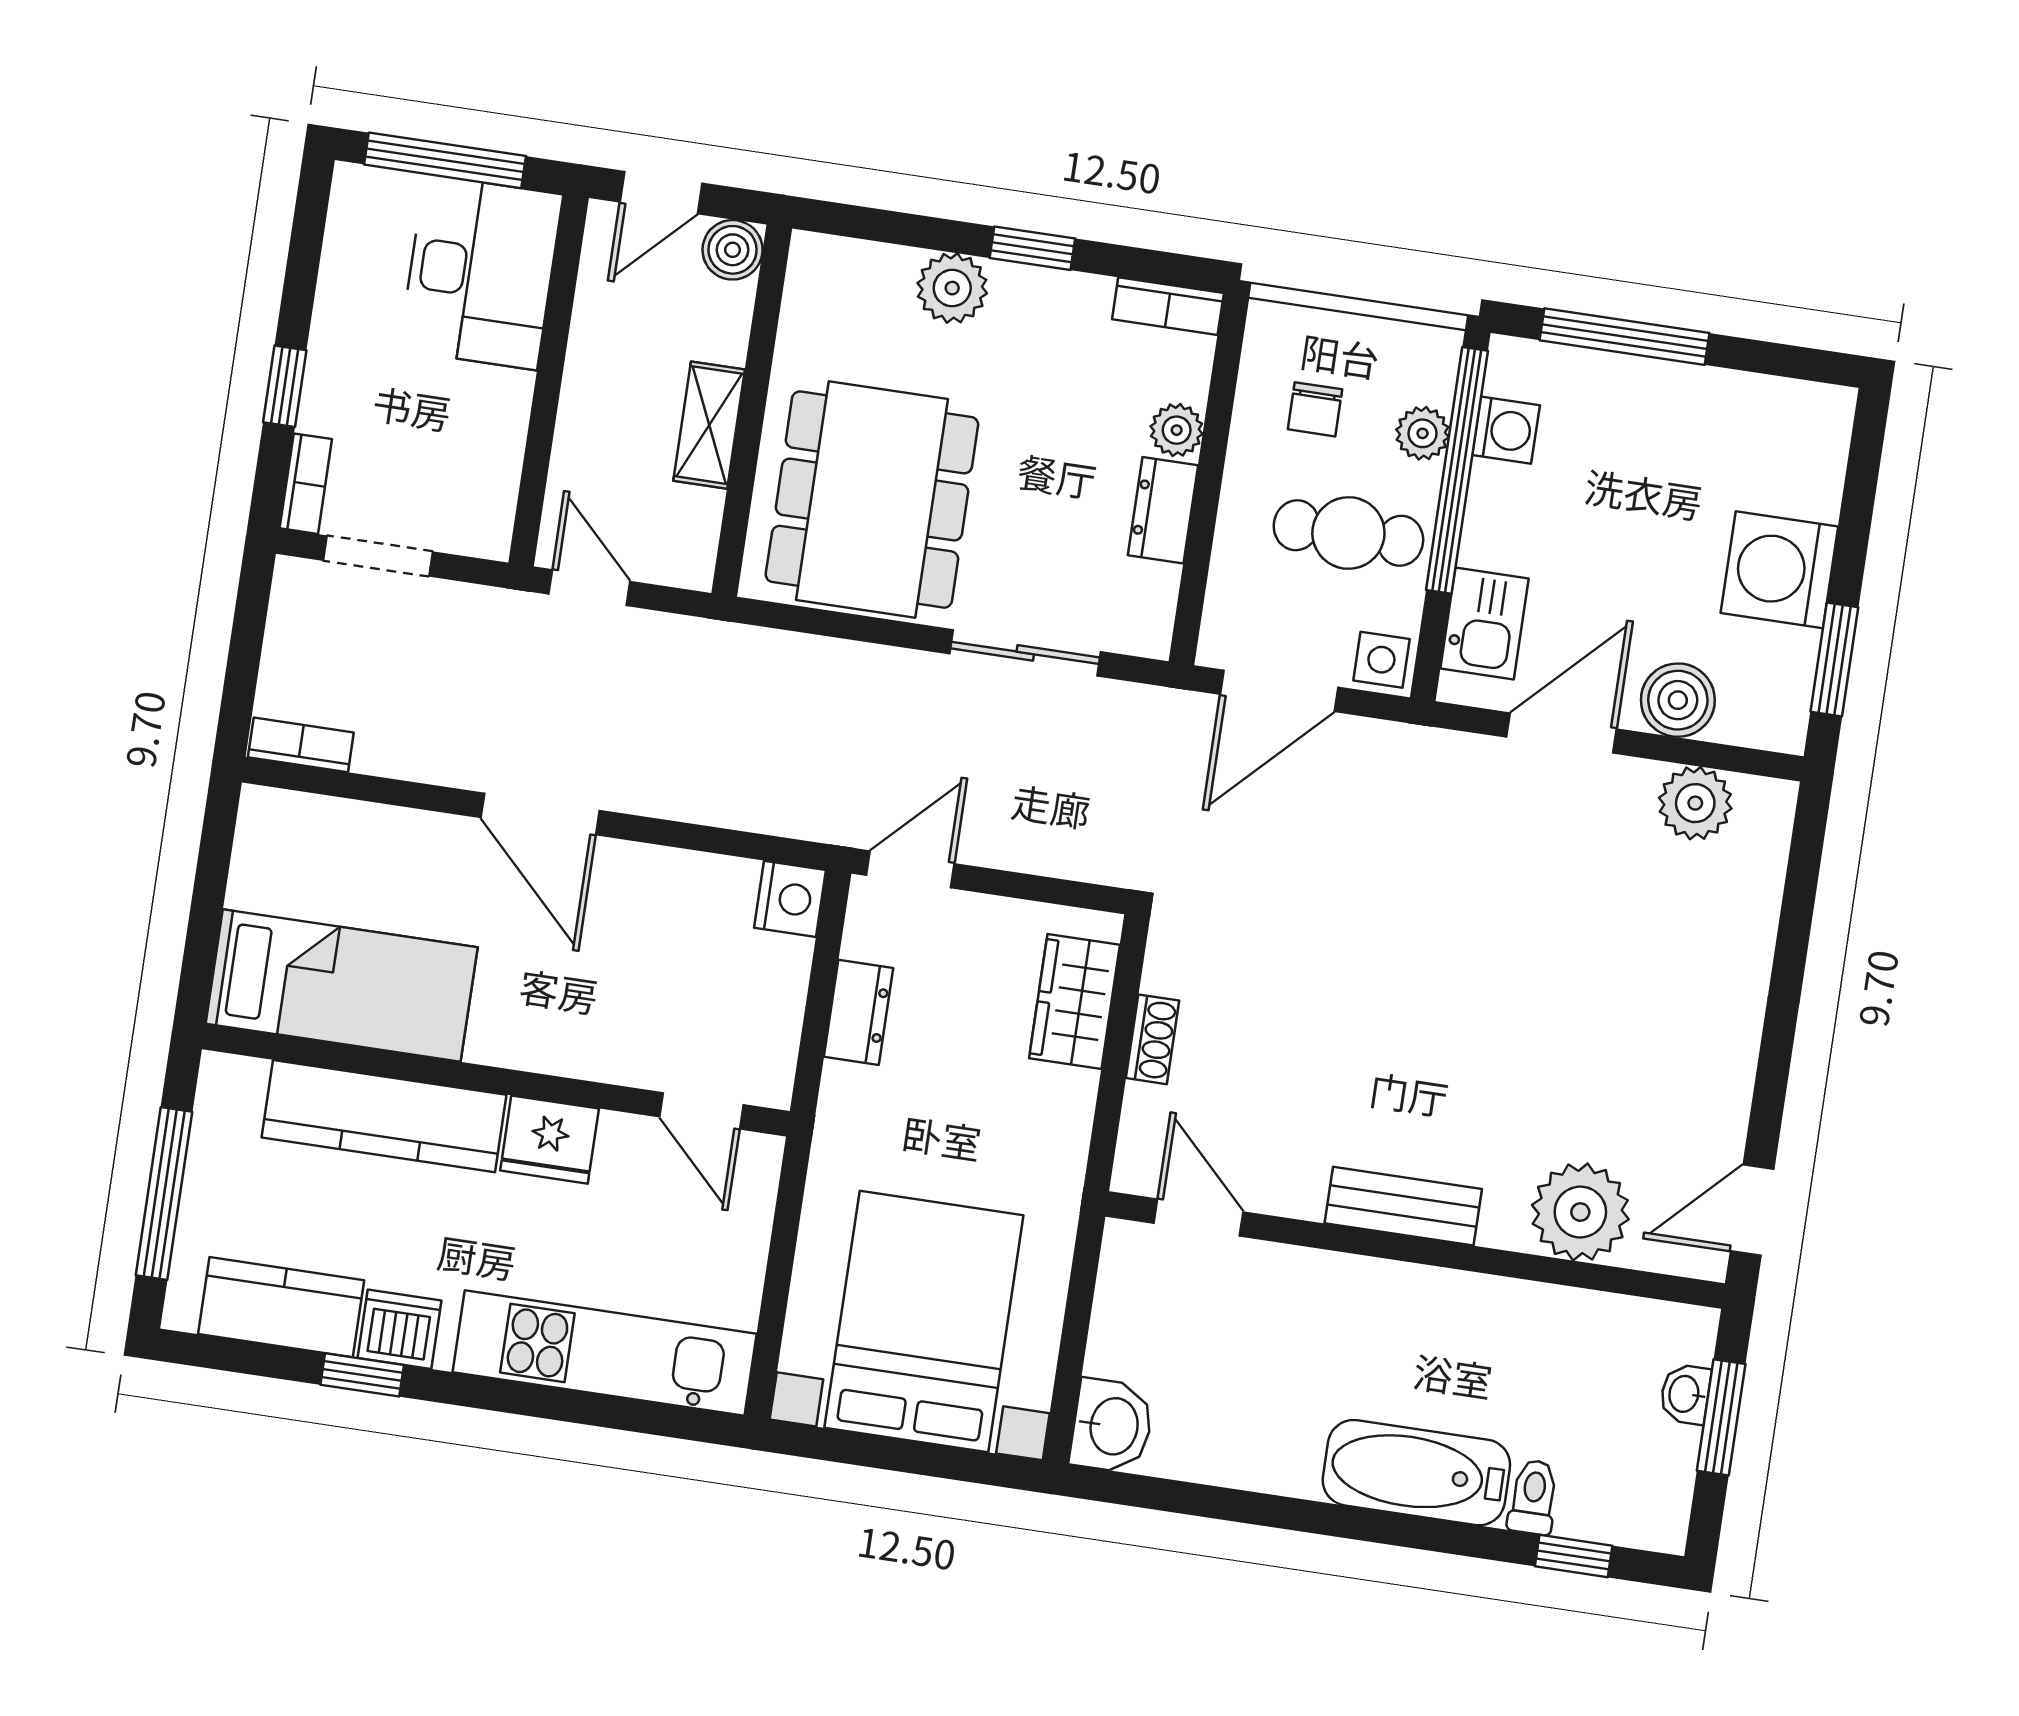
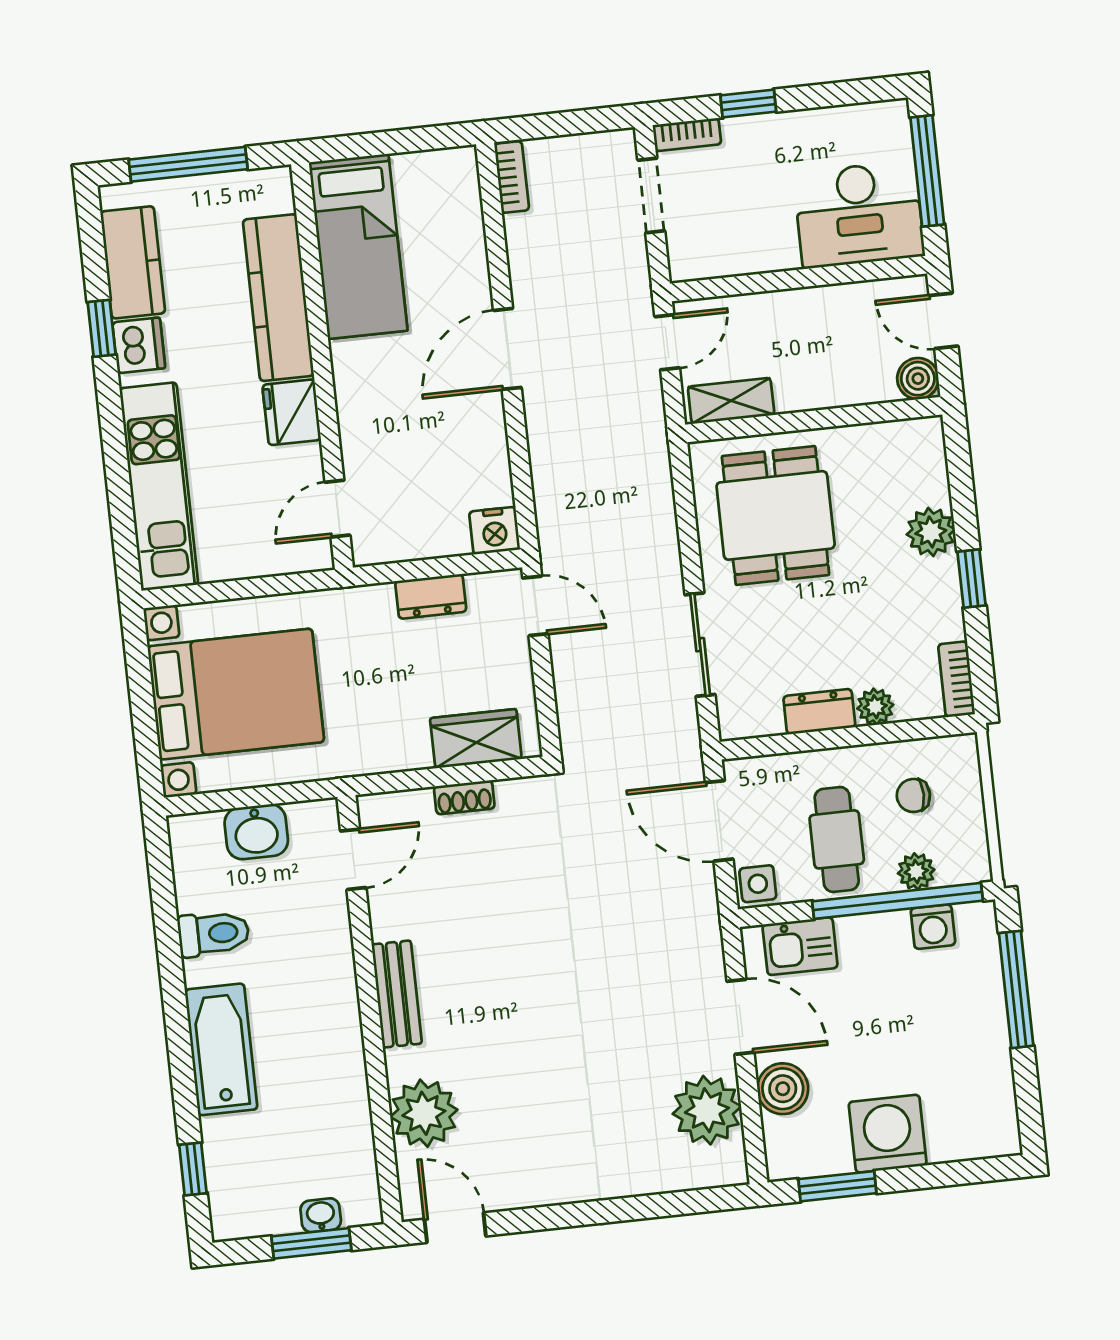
shelving: (709, 425) -> (731, 401), moved
dining table: (872, 500) -> (776, 515), width x0.73
plant: (1695, 803) -> (707, 1110), width x1.36, depth x1.36
washbasin: (1112, 1426) -> (256, 832), moved
toilet: (1533, 1497) -> (214, 934), moved, width x1.37, depth x1.39

